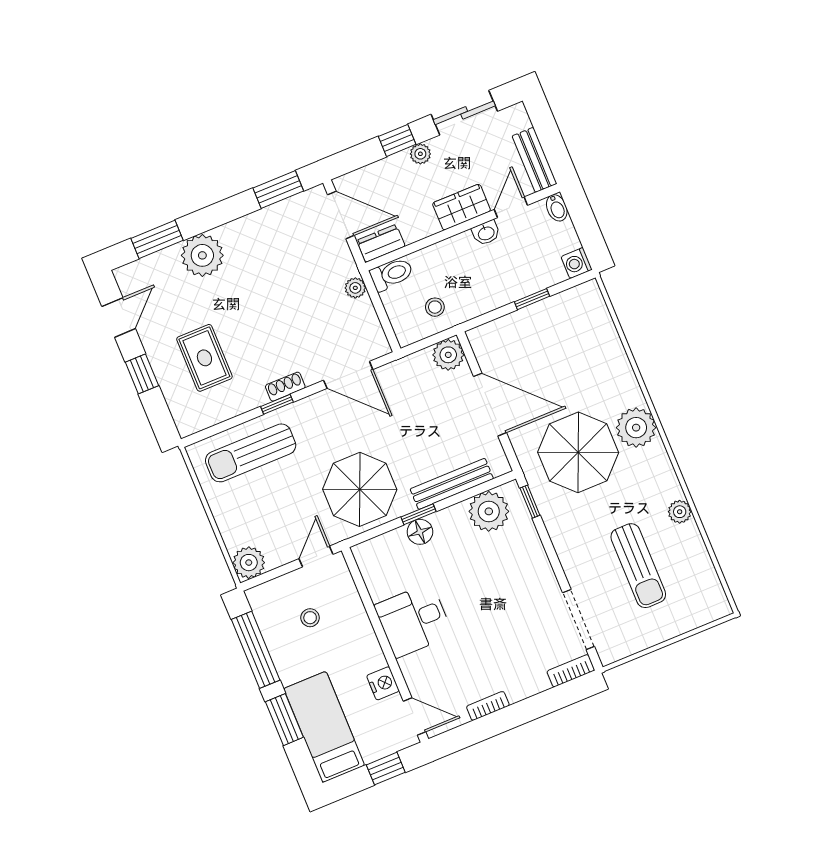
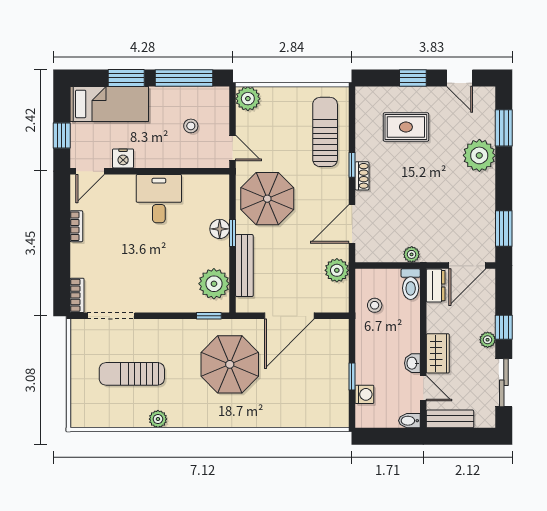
washing machine: (577, 263) -> (364, 394), moved, turned 90
plant: (448, 355) -> (337, 270), moved
plant: (636, 428) -> (230, 413), removed

